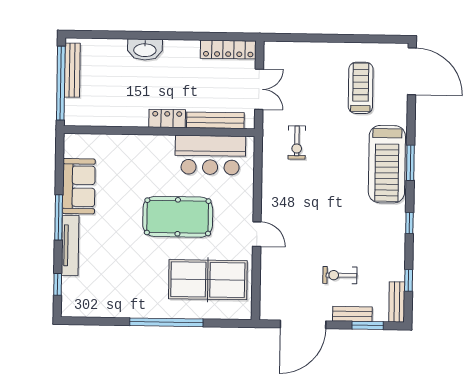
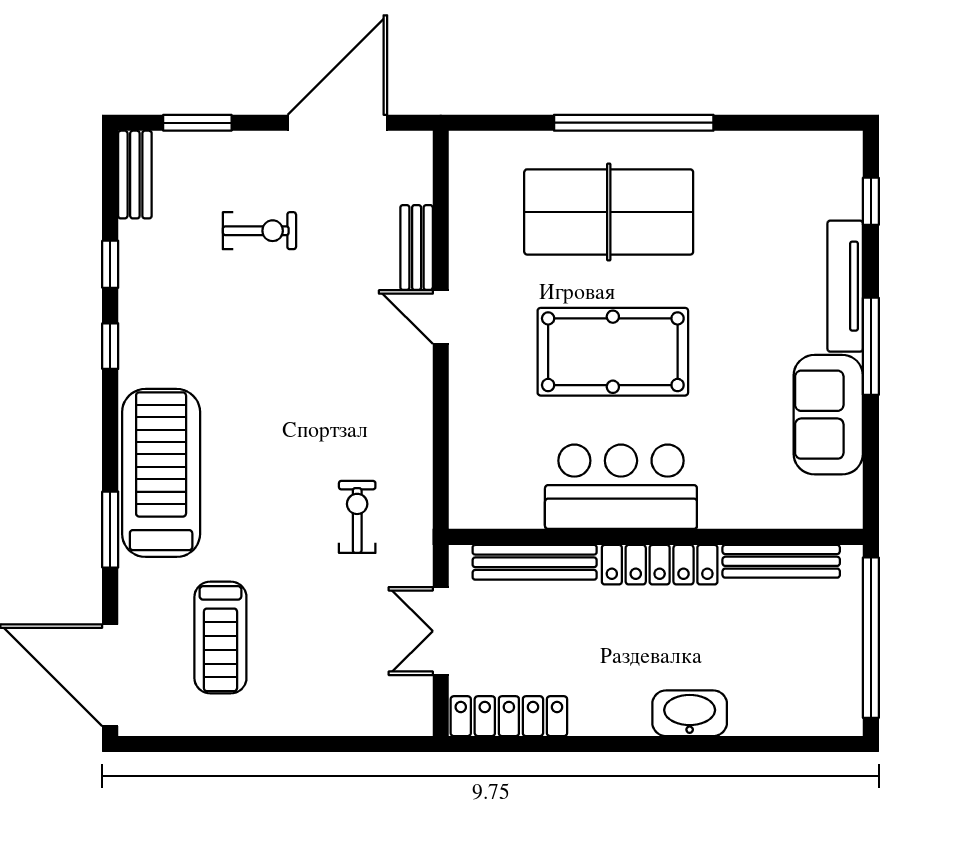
bench: (72, 70) -> (781, 561), moved, turned 90
locker: (167, 118) -> (660, 565), width x1.53
bar counter: (210, 155) -> (621, 487), moved
window: (410, 163) -> (110, 530), moved
table tennis table: (208, 280) -> (609, 212), moved
window: (409, 280) -> (110, 264), moved
bench: (352, 314) -> (417, 247), moved, turned 90

